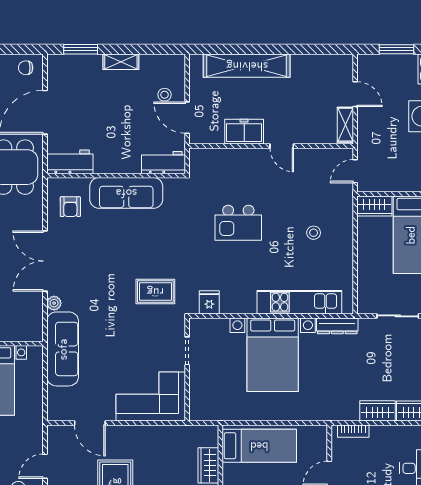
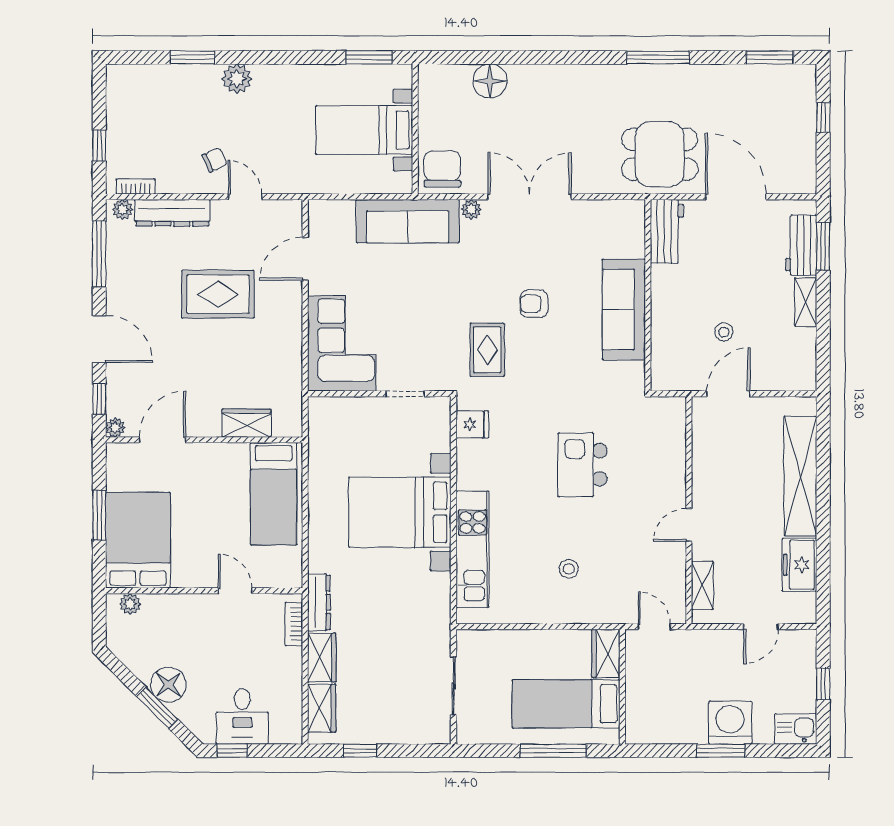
window: (396, 49) -> (823, 684), width x0.67
chair: (26, 68) -> (442, 169), moved, width x1.87, depth x1.87
stool: (165, 95) -> (724, 332), moved
shelving: (345, 125) -> (702, 585), moved, turned 90
freezer: (244, 132) -> (799, 565), moved, turned 180
workbench: (164, 163) -> (801, 245), moved, turned 180
armchair: (70, 207) -> (534, 304), moved
dresser: (337, 326) -> (319, 602), moved, turned 180

